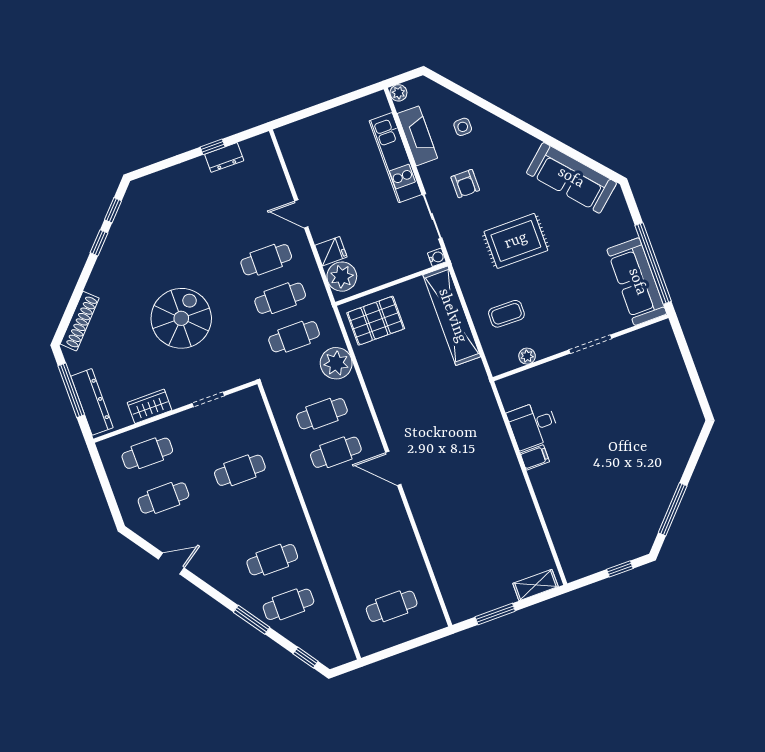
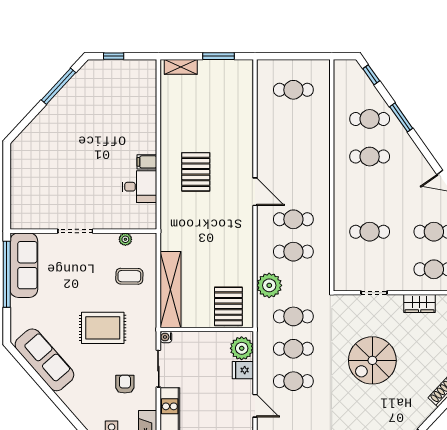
pallet: (376, 321) -> (228, 306), turned 90
pallet: (472, 467) -> (196, 172), added

